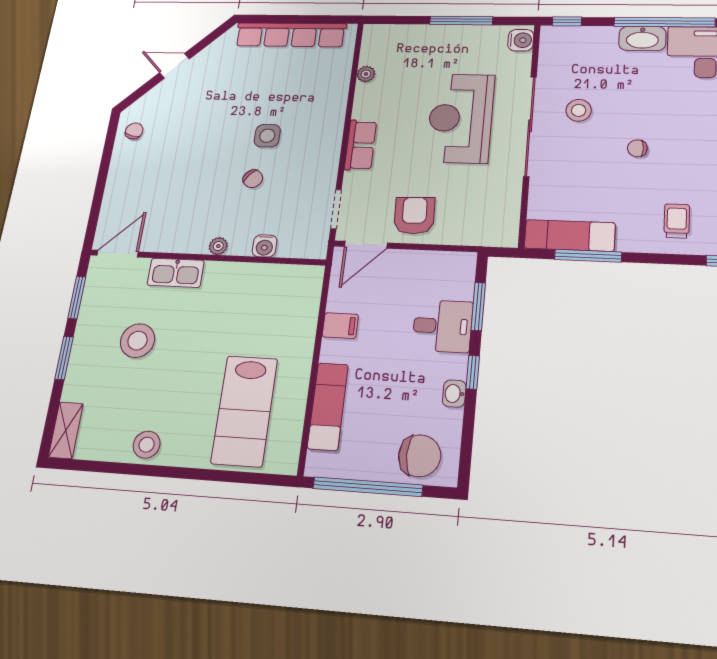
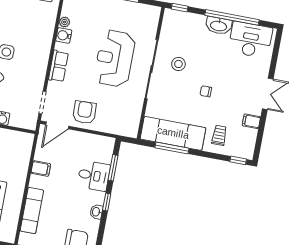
water cooler: (521, 40) -> (64, 35), moved, turned 180
exam couch: (570, 235) -> (173, 133), width x1.36, depth x1.45

